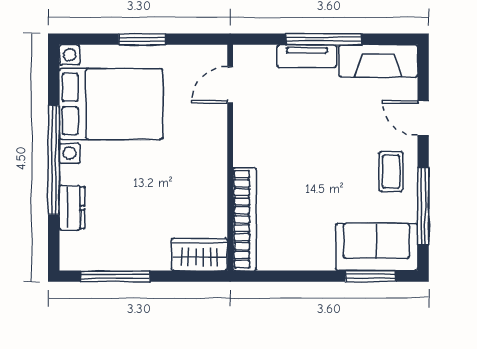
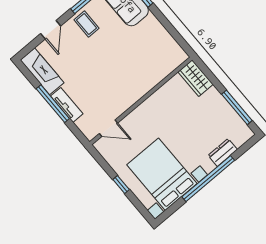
window: (142, 39) -> (121, 185), width x0.67
coffee table: (391, 171) -> (86, 24), turned 90
bookcase: (245, 219) -> (163, 71), removed

